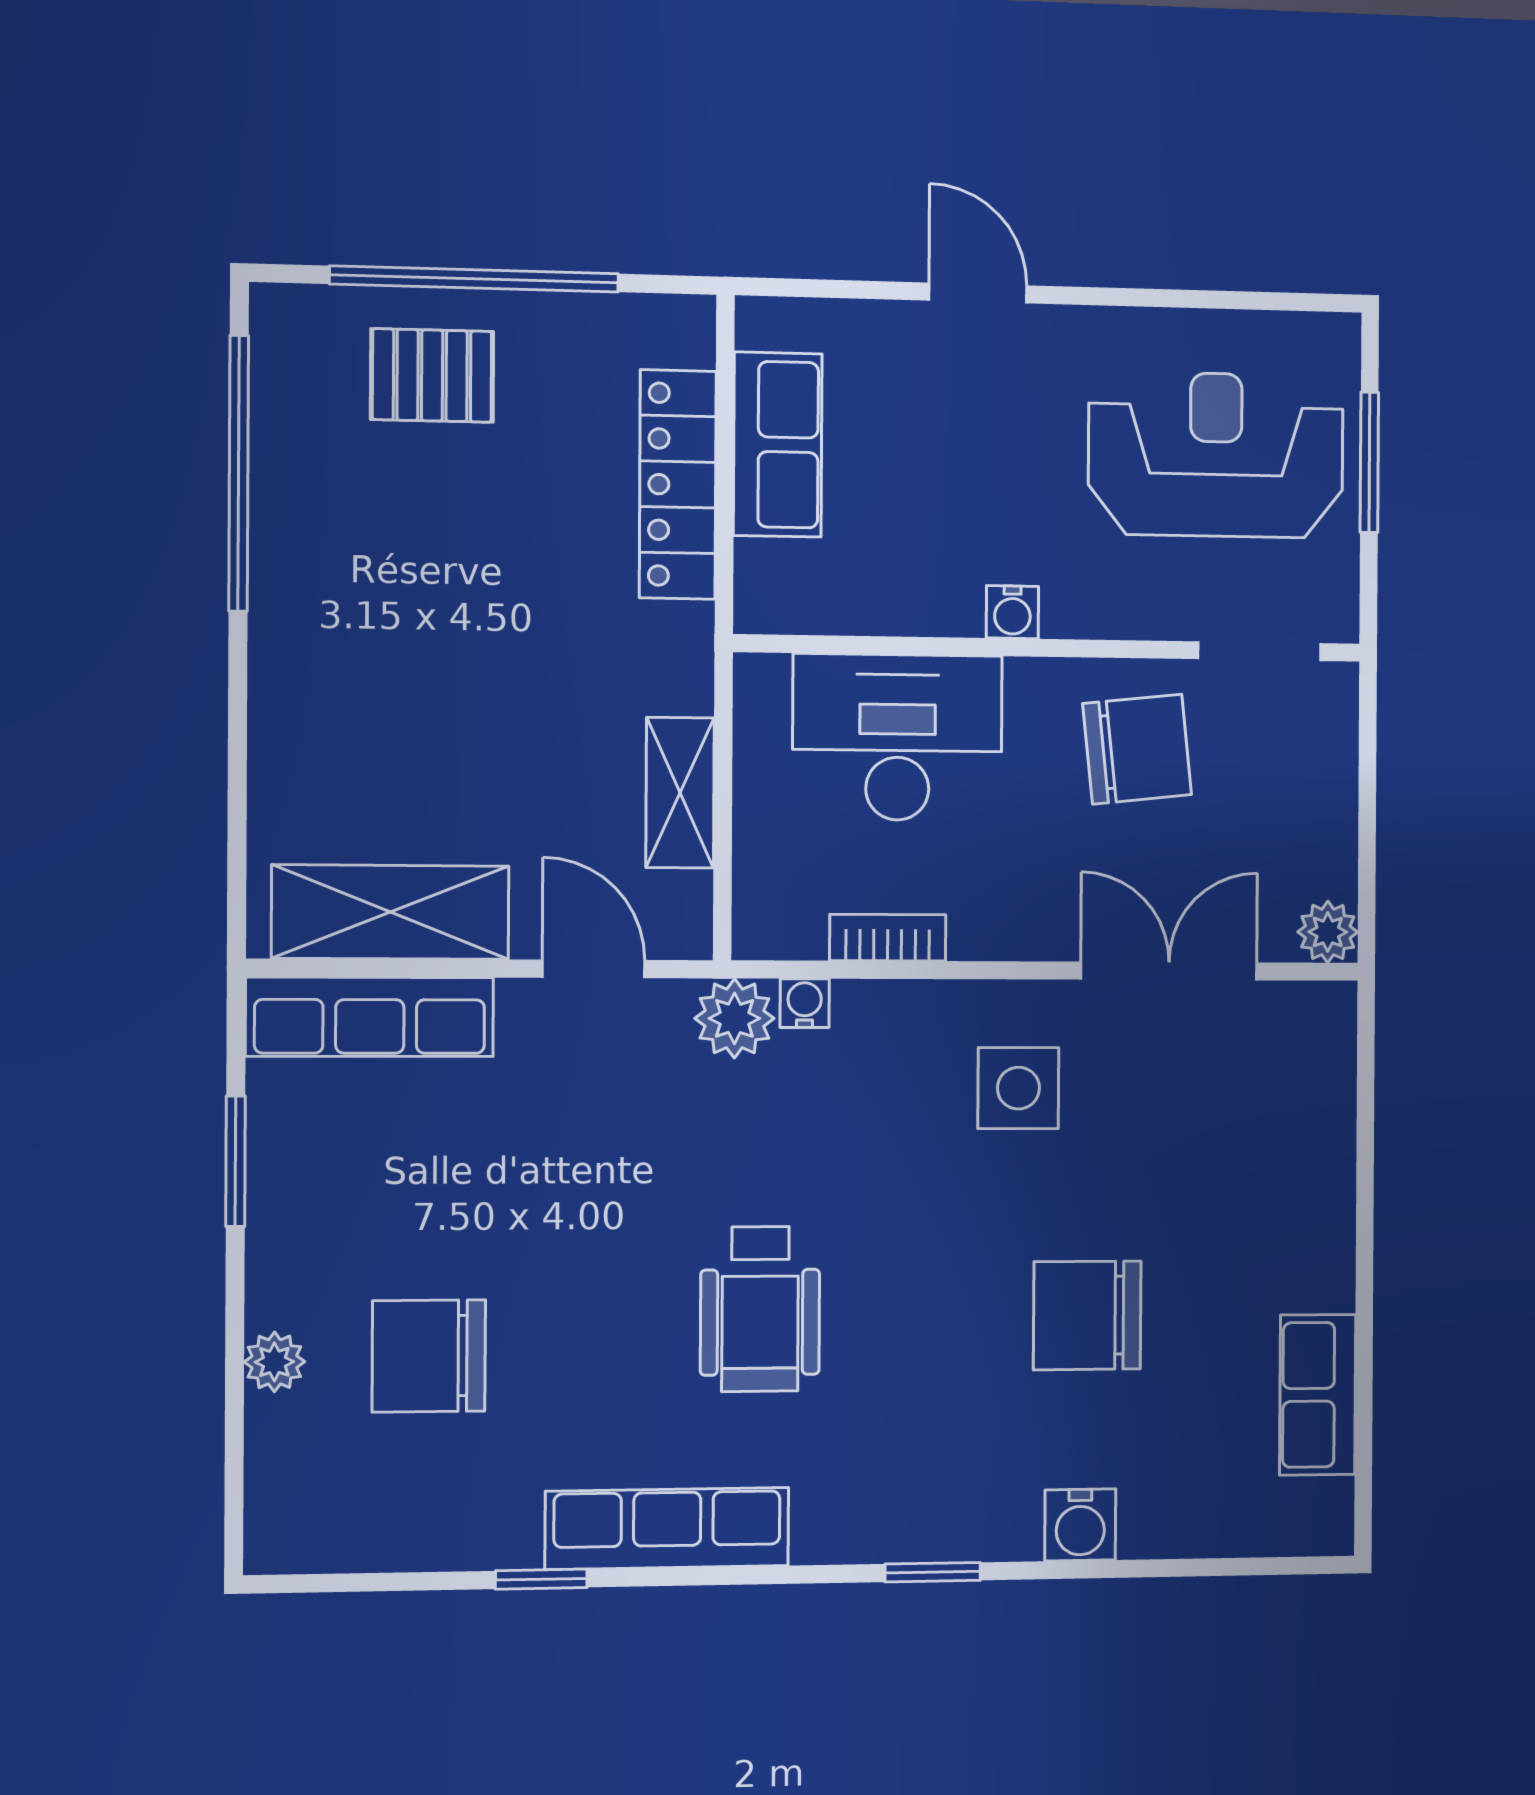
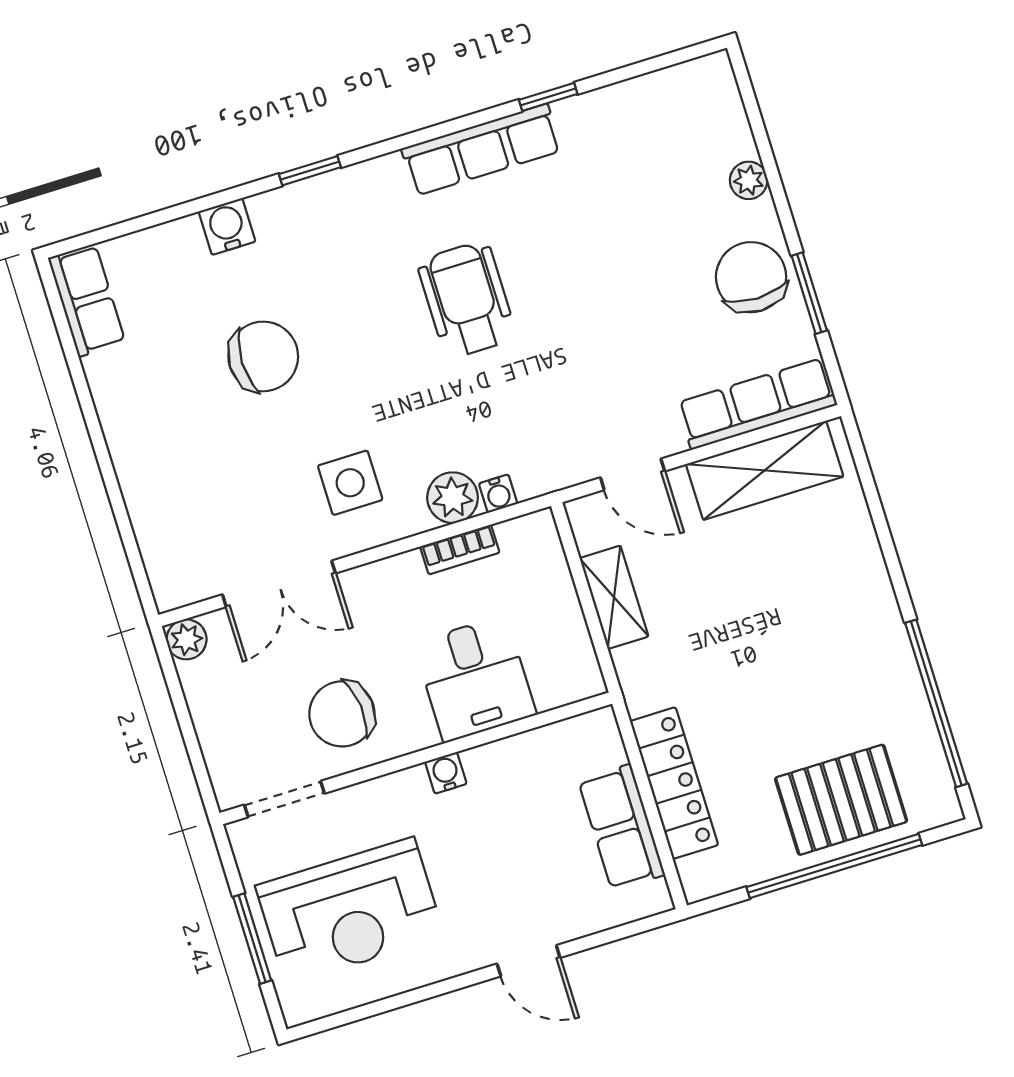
pallet: (432, 375) -> (841, 800), width x1.50, depth x1.42
desk: (897, 737) -> (475, 679), width x0.73
plant: (734, 1018) -> (453, 498), moved
chair: (429, 1356) -> (751, 277), moved, turned -90
row of seats: (1318, 1395) -> (87, 300), moved

